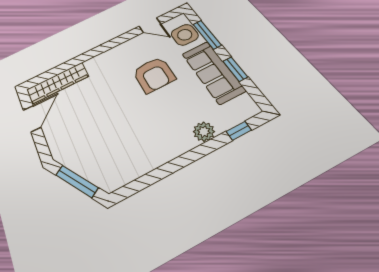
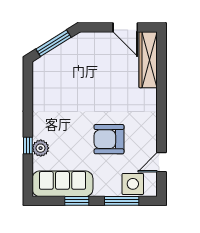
sofa: (213, 72) -> (63, 184), moved
window: (239, 131) -> (28, 146), moved

